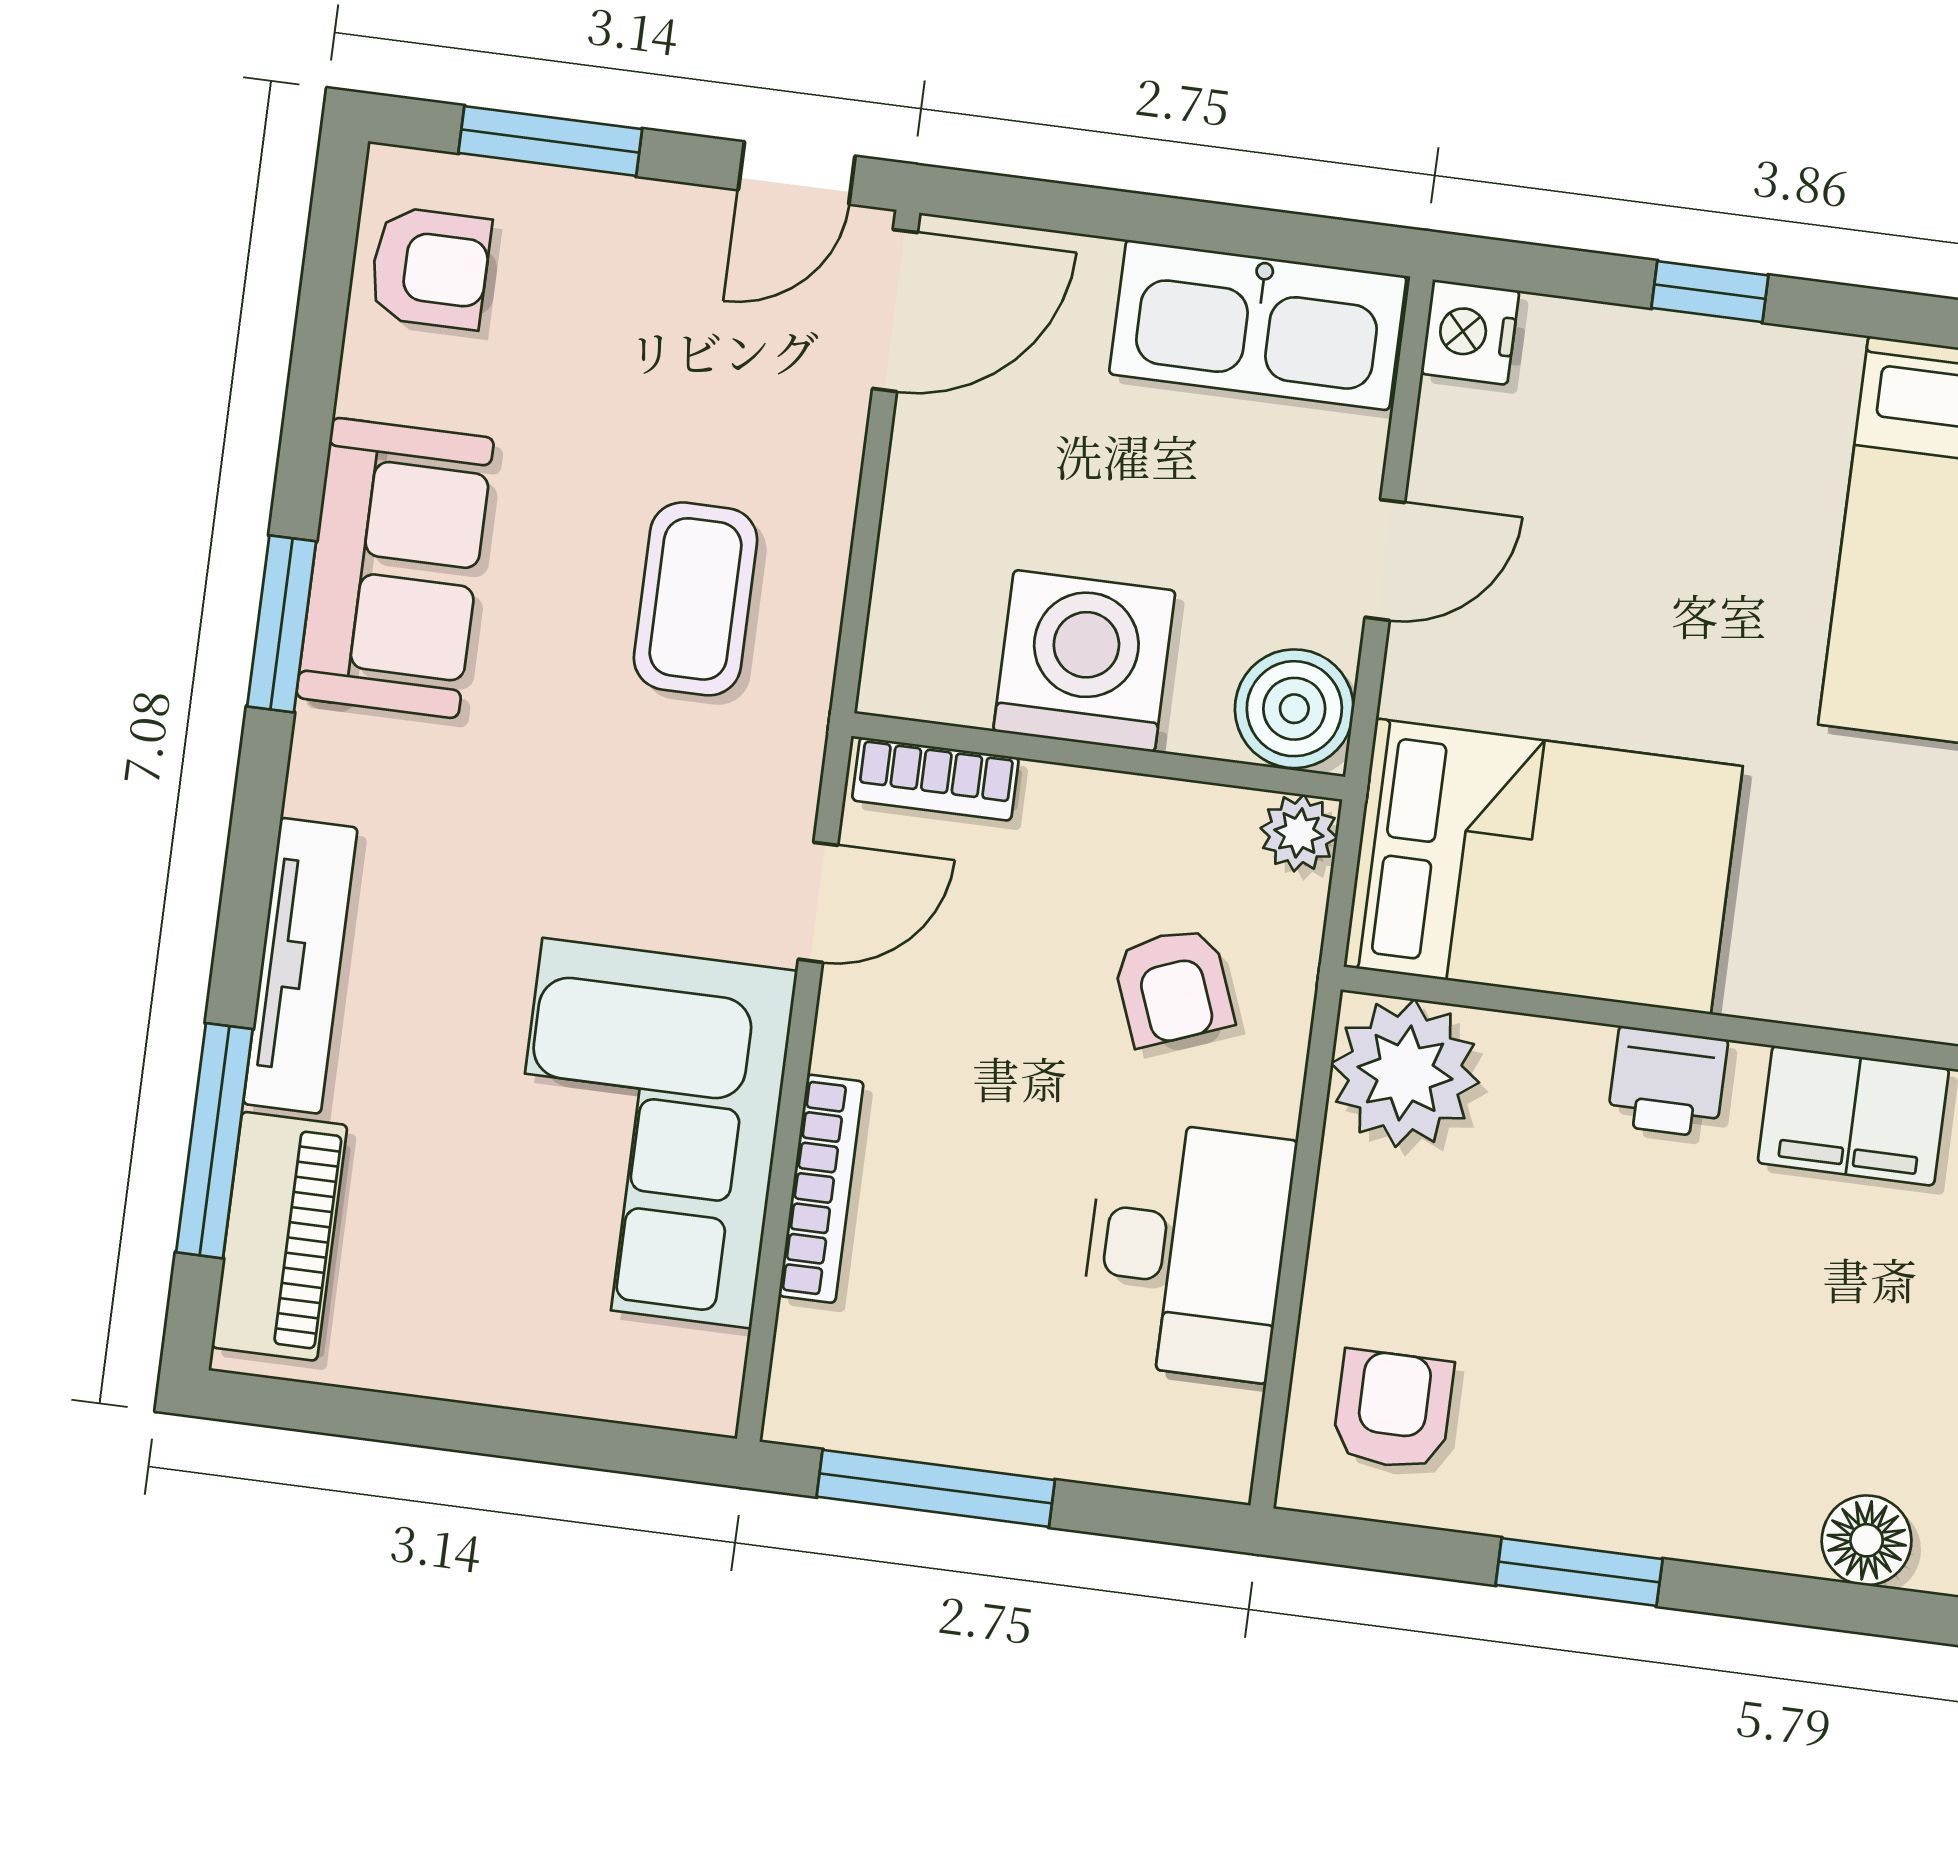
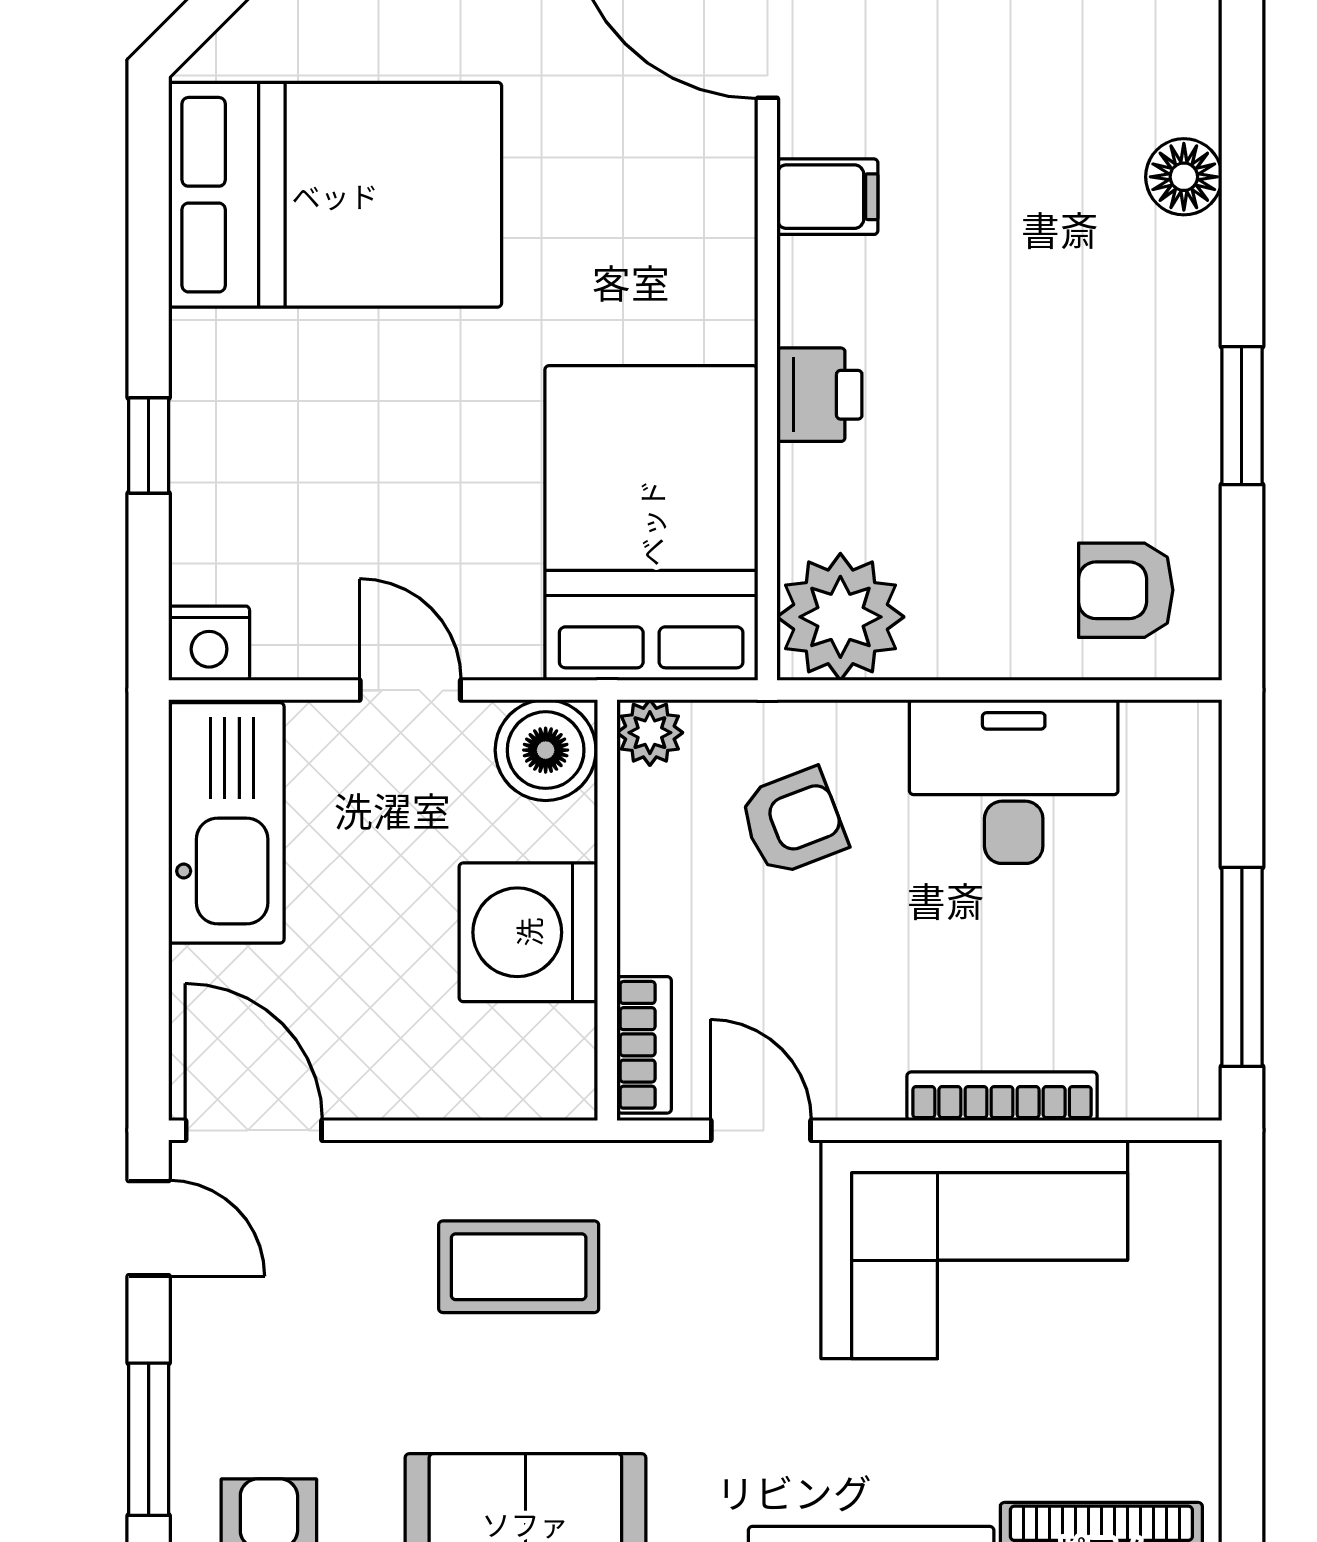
filing cabinet: (1853, 1116) -> (827, 197), width x0.50

